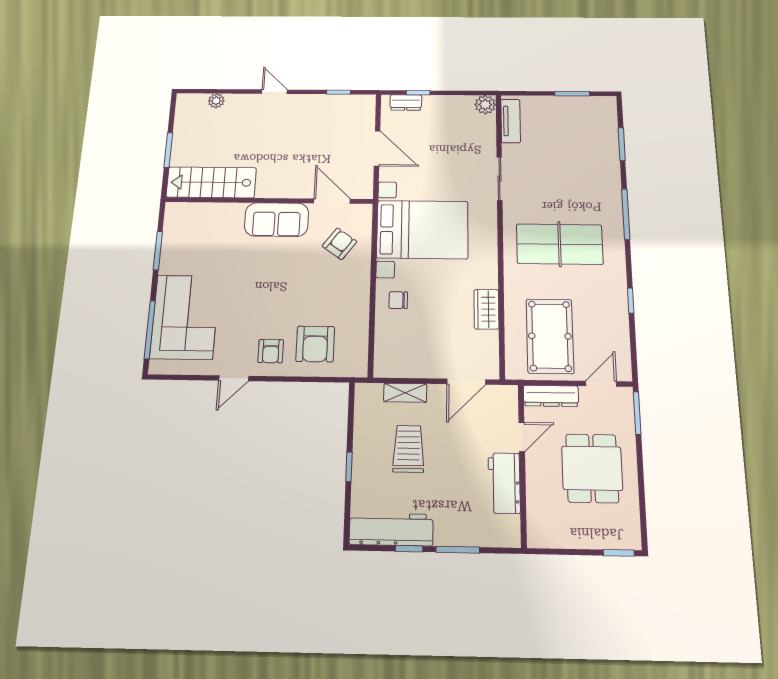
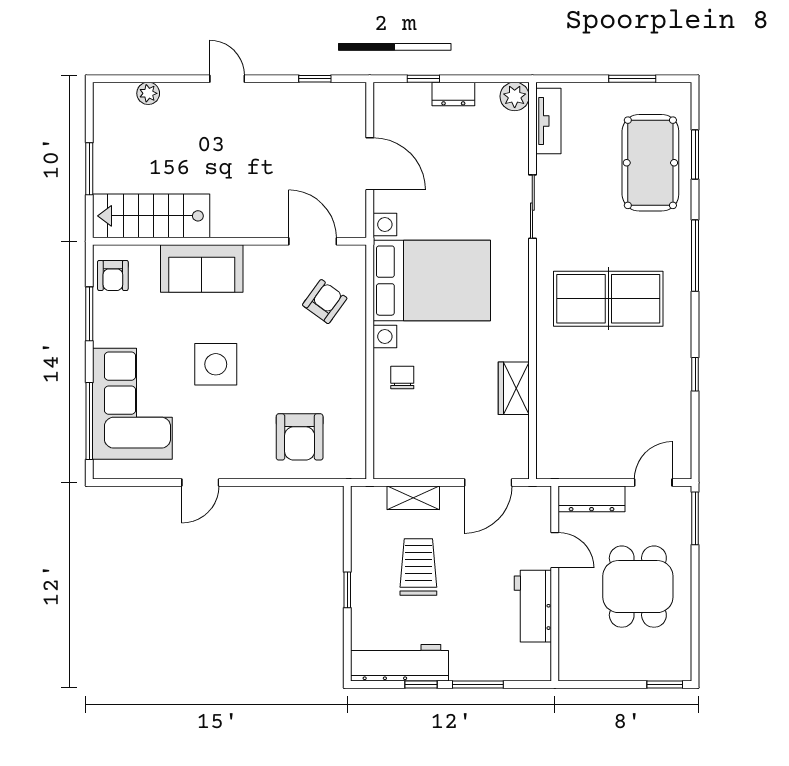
dresser: (406, 102) -> (453, 94), moved
sofa: (277, 220) -> (202, 268), moved
side table: (252, 288) -> (216, 364), added
chair: (398, 300) -> (402, 378), turned 90
pool table: (550, 336) -> (650, 163), moved
armchair: (271, 351) -> (113, 275), moved
door: (522, 437) -> (555, 550), hinge flipped

